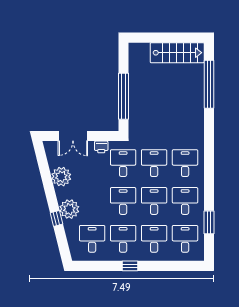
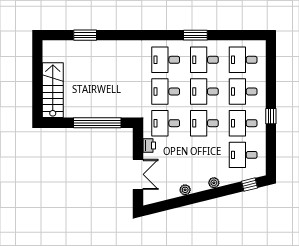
stairs: (177, 53) -> (53, 90), moved
window: (209, 84) -> (85, 35), width x0.47
plant: (61, 177) -> (185, 190), width x0.53, depth x0.53
plant: (69, 209) -> (214, 183), width x0.53, depth x0.53
window: (56, 218) -> (250, 185), moved
window: (209, 222) -> (195, 35), moved

